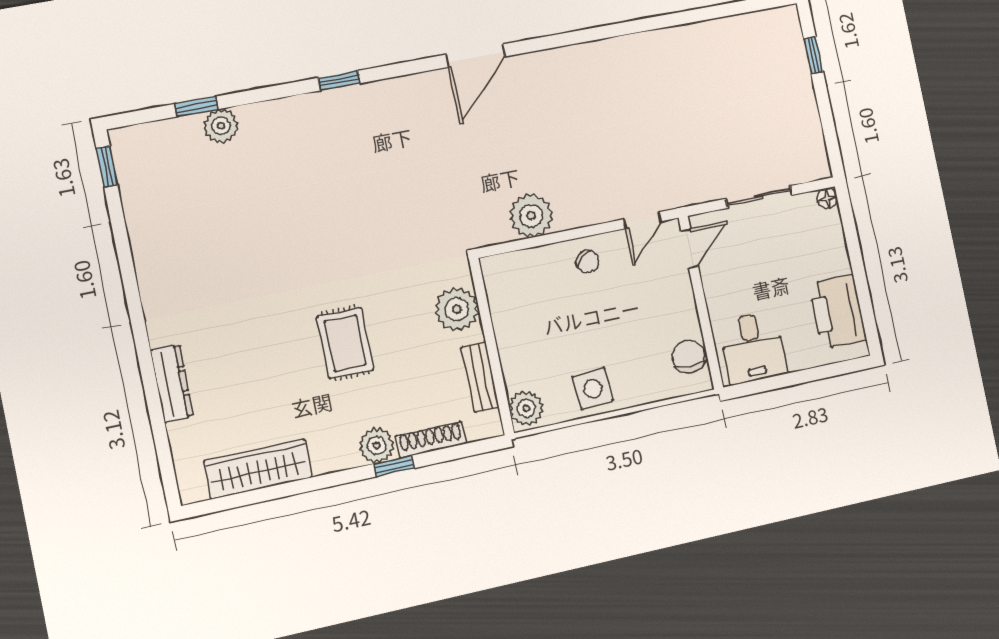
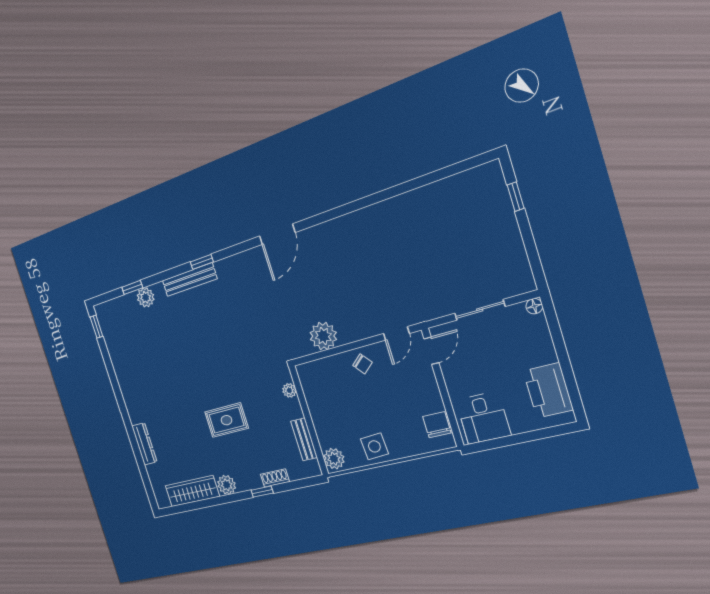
bench: (312, 106) -> (190, 280), added
plant: (457, 309) -> (289, 390), width x0.53, depth x0.53
rug: (345, 343) -> (226, 420), turned 90
shoe rack: (431, 440) -> (275, 478), width x0.70
plant: (377, 445) -> (227, 485), moved

